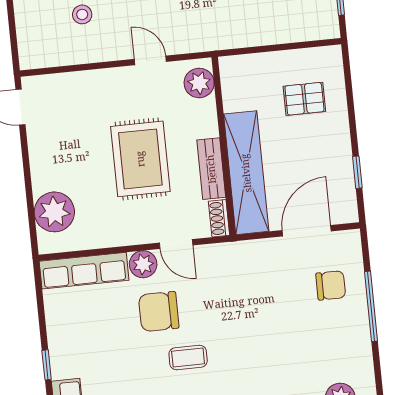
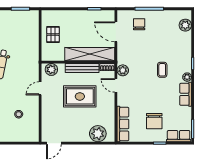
pallet: (304, 99) -> (53, 35), moved
bench: (211, 169) -> (82, 68), width x1.36
door: (176, 244) -> (116, 85), swing flipped
plant: (143, 264) -> (123, 70), moved
chair: (159, 312) -> (154, 121), moved
coffee table: (188, 358) -> (162, 70), moved

